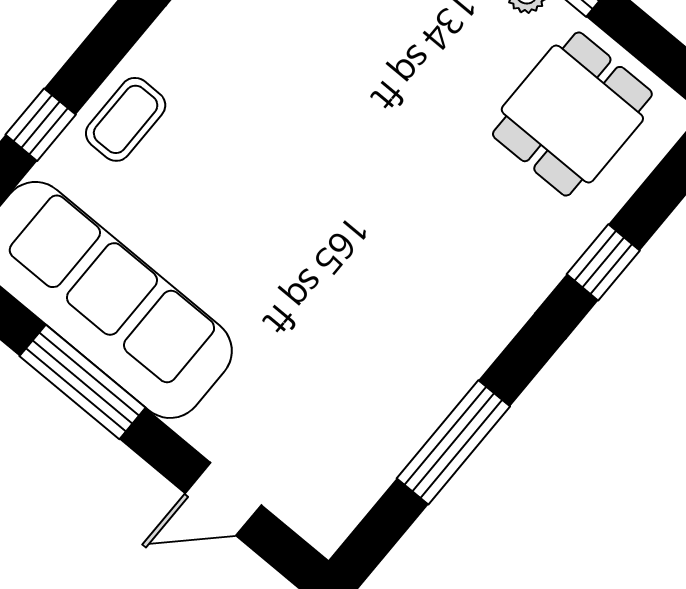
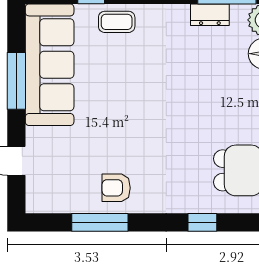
armchair: (417, 363) -> (116, 188), added

